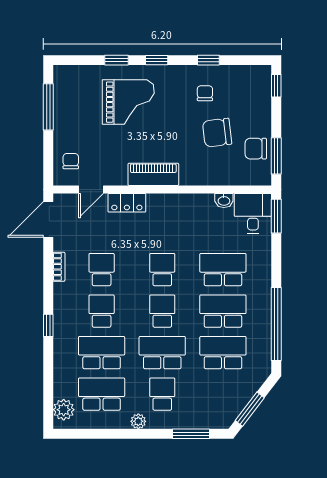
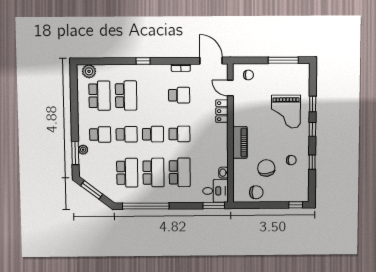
chair: (256, 149) -> (256, 192), turned 90
window: (276, 156) -> (252, 205), removed
piano: (153, 174) -> (240, 142), moved
school desk: (102, 311) -> (153, 95), removed
school desk: (162, 353) -> (127, 134), width x0.54
plant: (138, 421) -> (83, 150), moved

